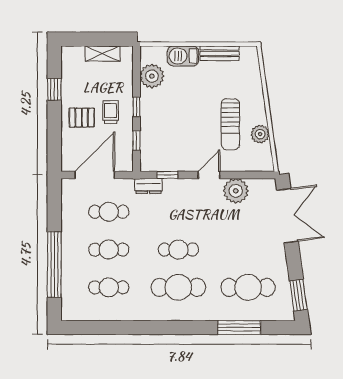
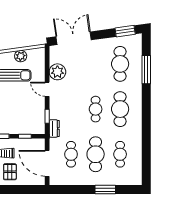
cafe table: (109, 250) -> (96, 154), width x1.37, depth x1.35
window: (54, 265) -> (105, 190), width x0.47

